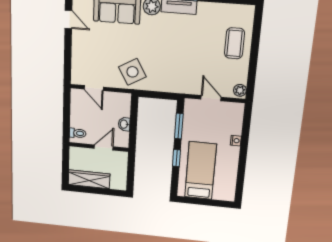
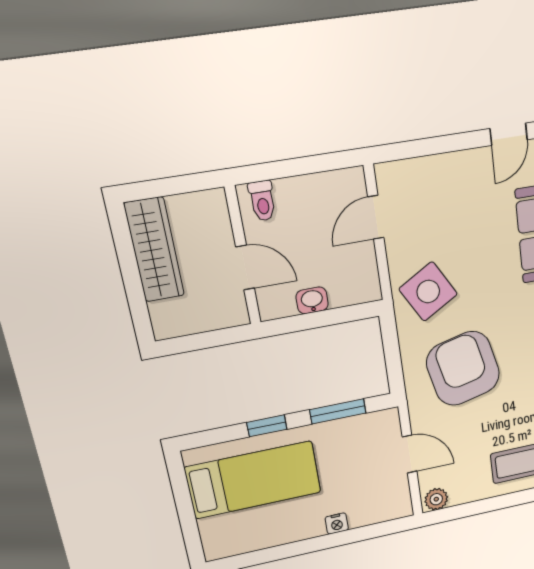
armchair: (175, 63) -> (463, 369), added
door: (211, 98) -> (410, 454), hinge flipped

